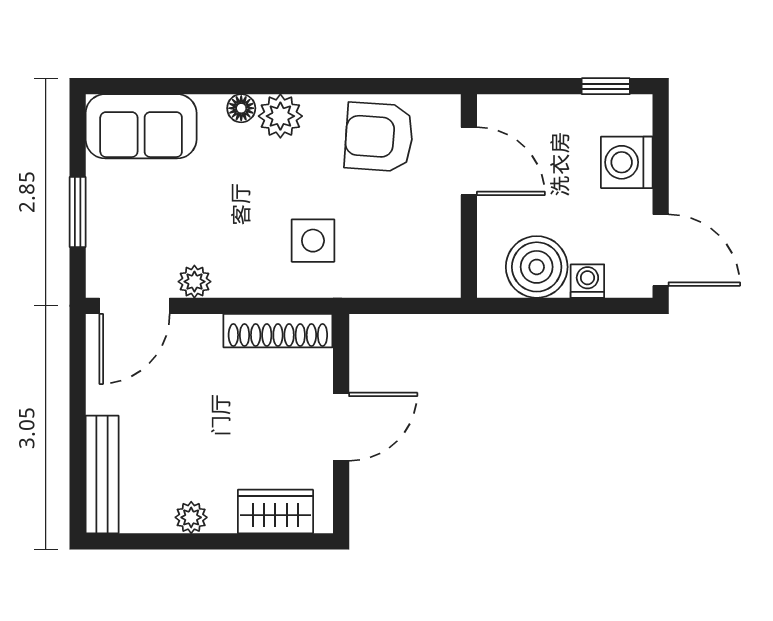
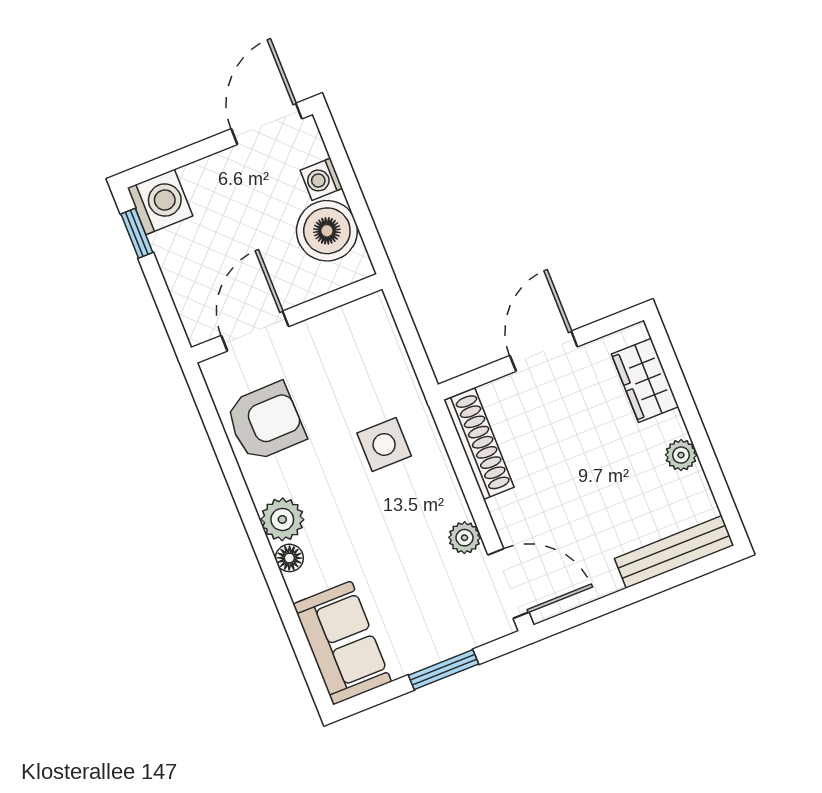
armchair: (379, 137) -> (266, 422), turned -95
washing machine: (627, 162) -> (160, 202), moved, turned -90
door: (341, 427) -> (544, 351), hinge flipped

